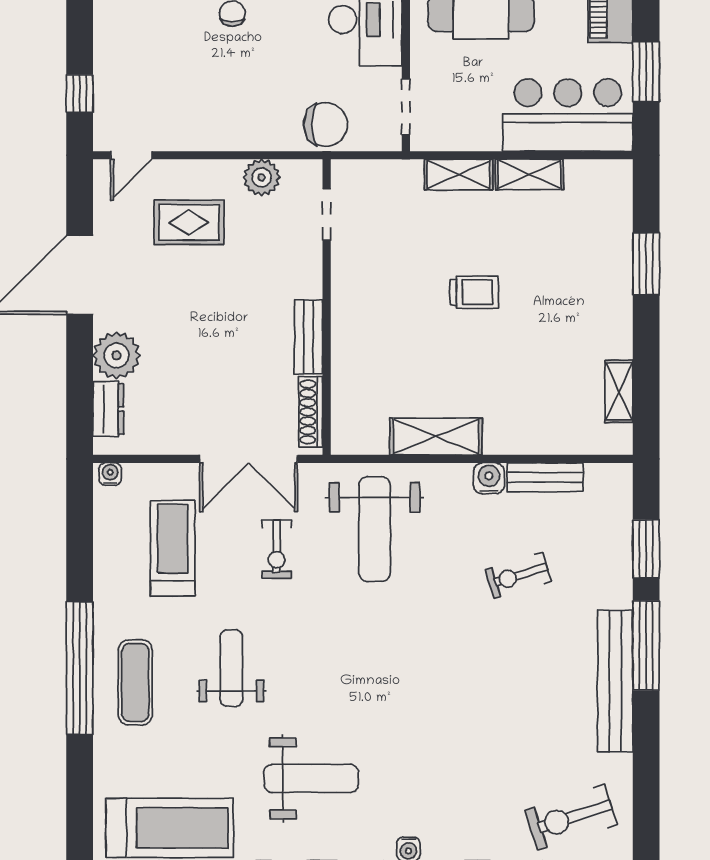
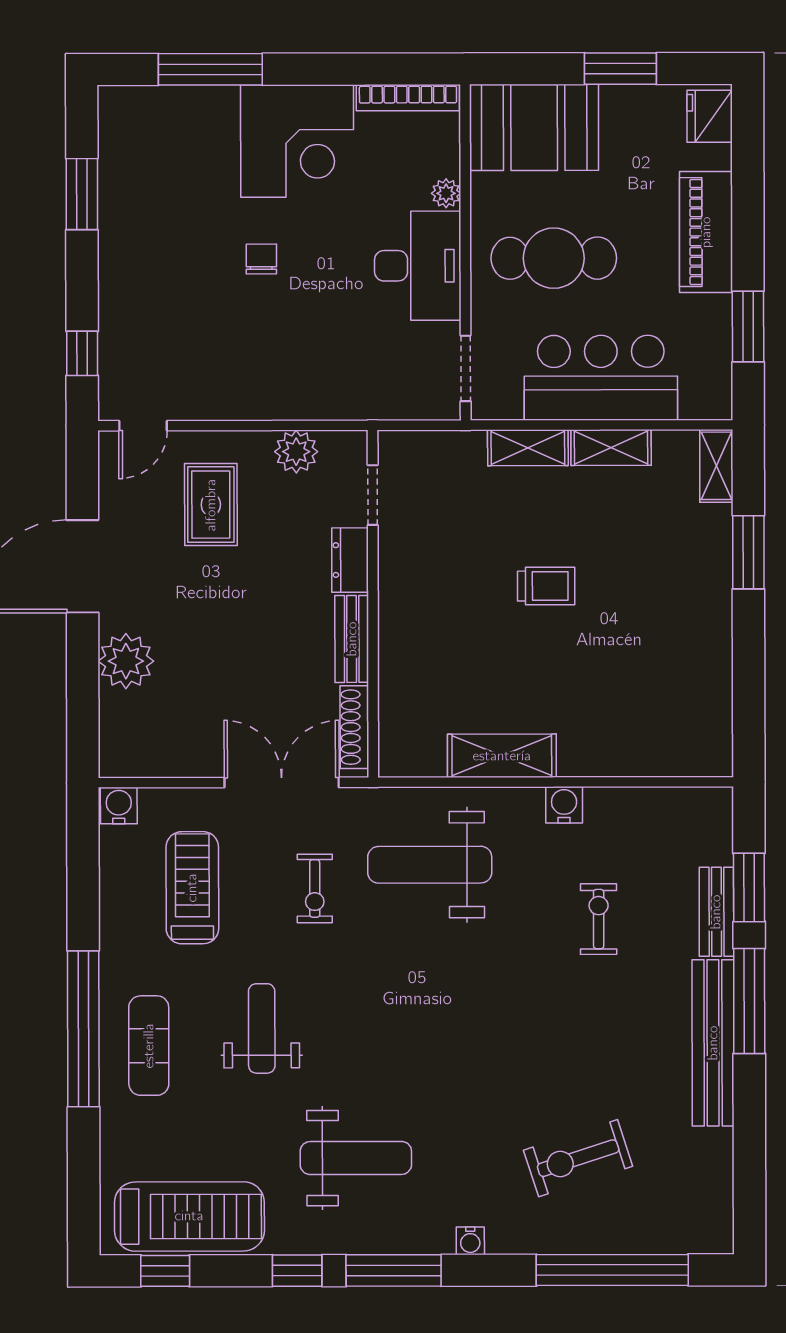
bar counter: (568, 115) -> (601, 378), moved
chair: (325, 125) -> (371, 389), removed
rug: (189, 222) -> (211, 505), turned 90
shelving: (619, 391) -> (716, 466), moved
dresser: (108, 409) -> (350, 560), moved, turned 180
double door: (249, 459) -> (282, 782), swing flipped
water cooler: (110, 474) -> (119, 806), width x1.38, depth x1.38
bench: (545, 477) -> (716, 912), moved, turned 90
weight bench: (375, 529) -> (430, 865), turned 90
exercise bike: (518, 576) -> (599, 919), turned 107
exercise bike: (571, 817) -> (578, 1158), moved

